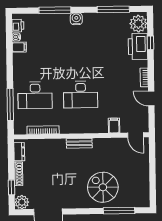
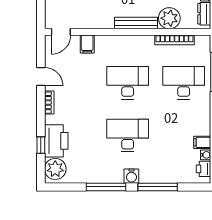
window: (113, 9) -> (106, 187), moved
desk: (80, 52) -> (128, 135), added
door: (136, 135) -> (61, 32), swing flipped
bench: (79, 143) -> (136, 23), width x1.36
plant: (48, 148) -> (169, 18), added

